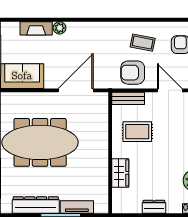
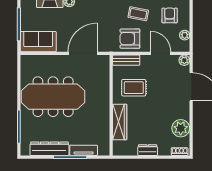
wardrobe: (120, 173) -> (120, 122), width x1.50

